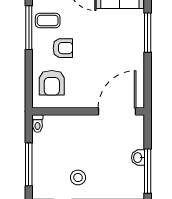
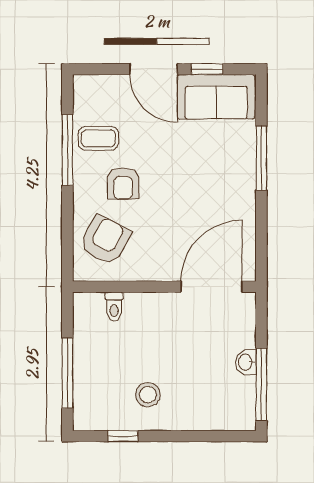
armchair: (63, 48) -> (123, 183), turned 90
armchair: (52, 83) -> (105, 240), turned -152
toilet: (37, 124) -> (114, 307), moved

